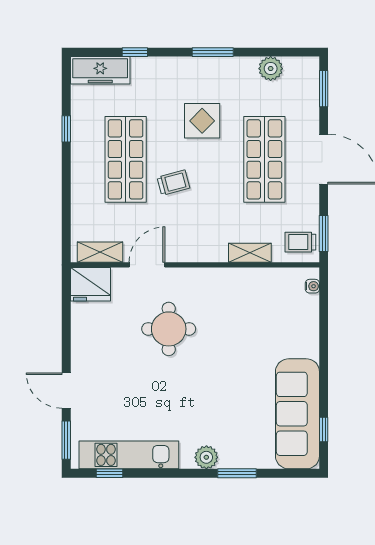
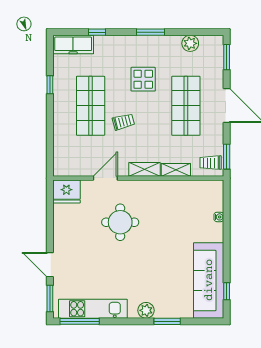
shelving: (100, 252) -> (145, 169), moved
water cooler: (312, 286) -> (219, 217), moved
window: (110, 473) -> (80, 321), width x2.17

